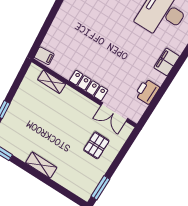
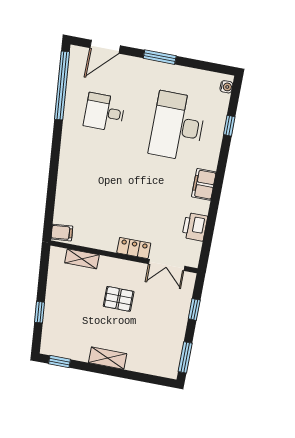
locker: (89, 85) -> (134, 248), width x0.66
pallet: (96, 145) -> (119, 299), moved, turned 90
window: (122, 154) -> (194, 309), added

